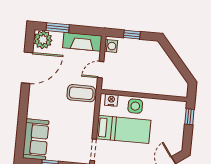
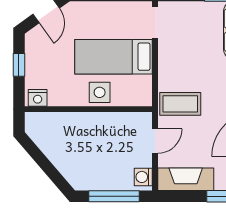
window: (132, 35) -> (114, 196), width x2.17
nightstand: (111, 100) -> (38, 98), moved
window: (189, 117) -> (19, 65), moved

